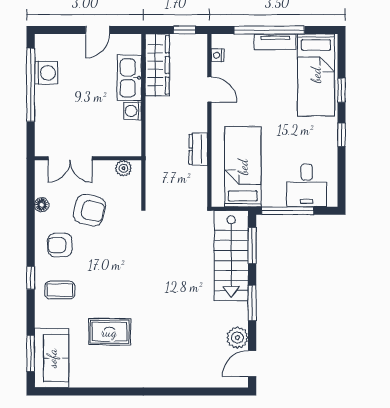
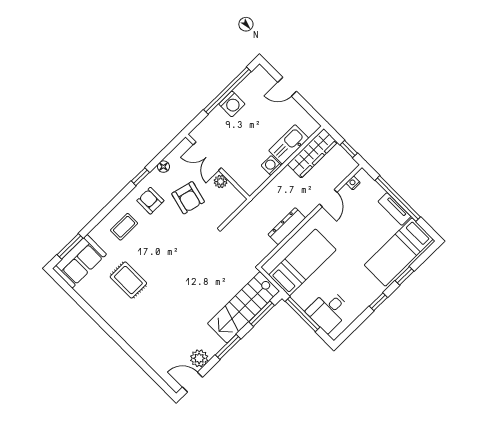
door: (98, 30) -> (287, 87), moved
washing machine: (46, 73) -> (232, 104), moved
dresser: (198, 149) -> (287, 226), width x1.44
plant: (123, 168) -> (221, 182), moved
window: (31, 278) -> (140, 177), moved
coffee table: (60, 290) -> (124, 227), turned 90

